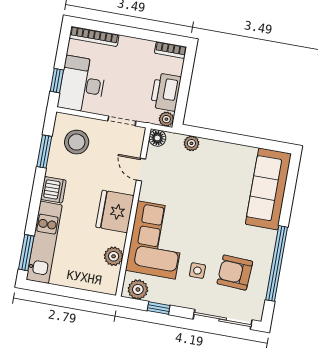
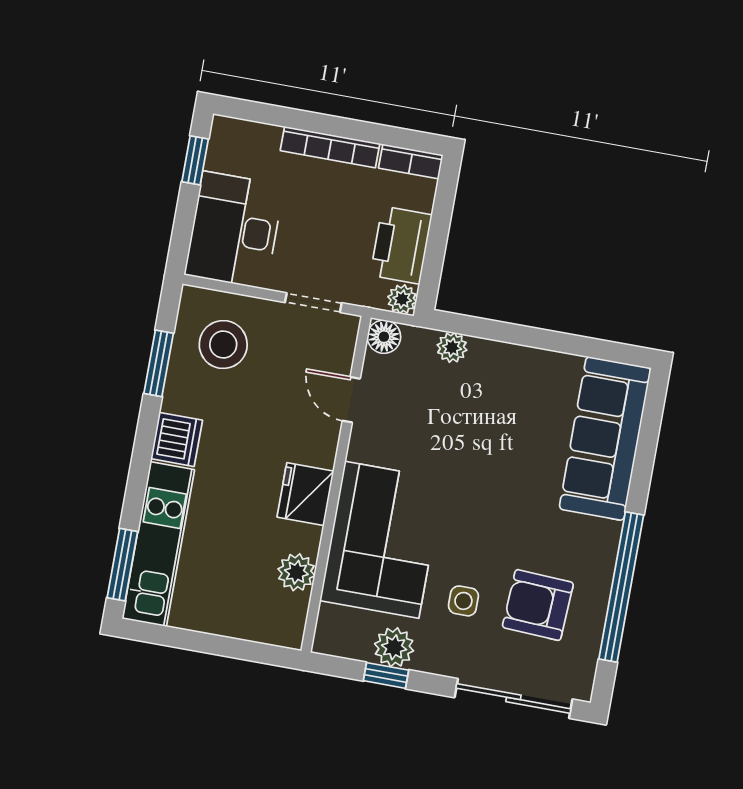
bookcase: (94, 36) -> (330, 147), moved
window: (57, 81) -> (195, 160), moved
fridge: (115, 211) -> (305, 494), width x0.73, depth x0.75
plant: (138, 289) -> (394, 647), moved

